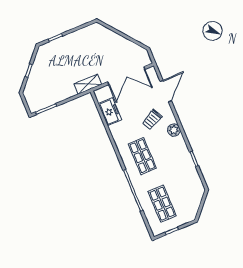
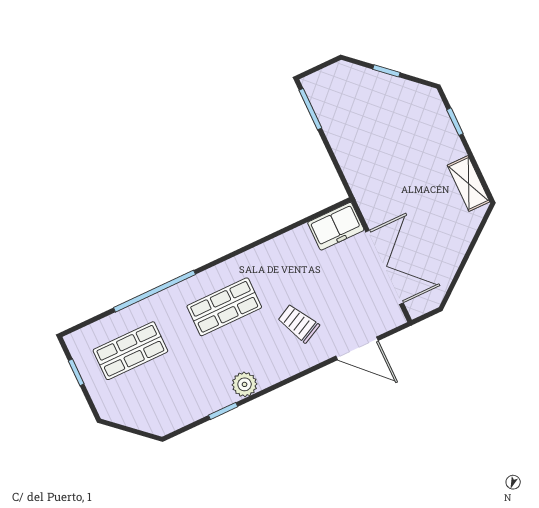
double door: (126, 76) -> (384, 267), swing flipped
shelving: (88, 84) -> (468, 183), moved
freezer: (110, 112) -> (336, 226), moved
plant: (174, 130) -> (245, 384), moved

